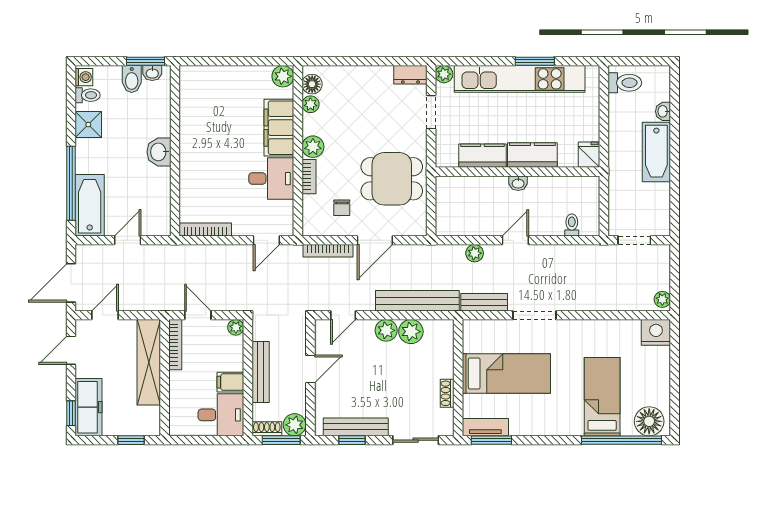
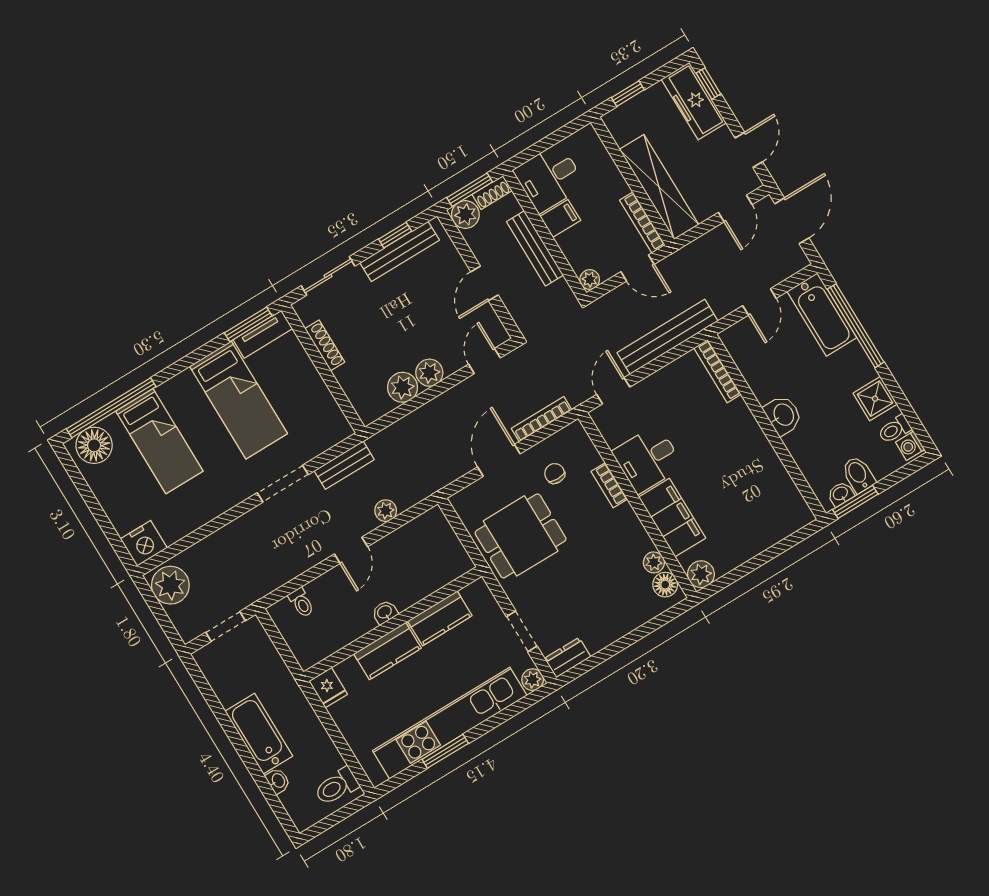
plant: (313, 147) -> (624, 519), removed
bookcase: (205, 229) -> (717, 371), moved, turned 90
plant: (662, 299) -> (170, 585), width x1.88, depth x1.88
bench: (417, 301) -> (668, 337), moved
bed: (506, 374) -> (238, 400), moved, turned -90
shoe rack: (447, 393) -> (325, 345), width x1.43

